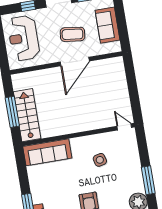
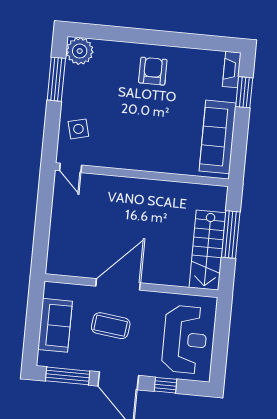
stairs: (27, 115) -> (207, 250), moved
sofa: (47, 152) -> (218, 137), moved, turned -90
side table: (100, 160) -> (78, 129), moved

